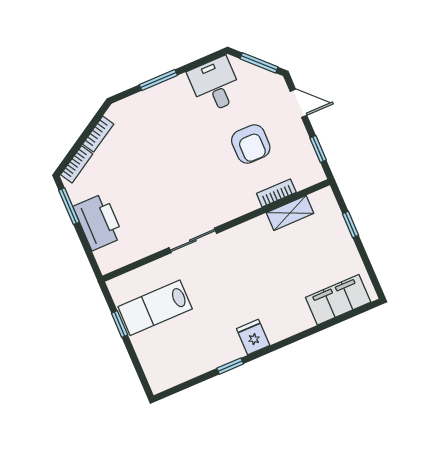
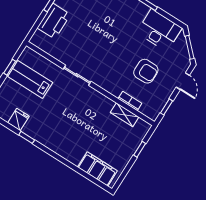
desk: (215, 85) -> (159, 30), width x1.37
armchair: (251, 144) -> (146, 71), turned -90
fridge: (253, 337) -> (18, 119), moved

